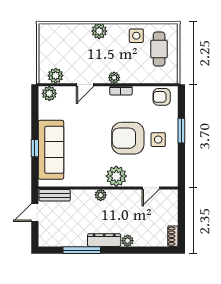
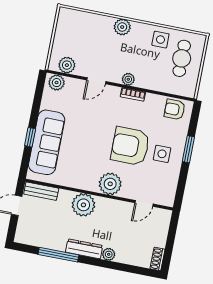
plant: (101, 195) -> (83, 205), width x1.88, depth x1.88

